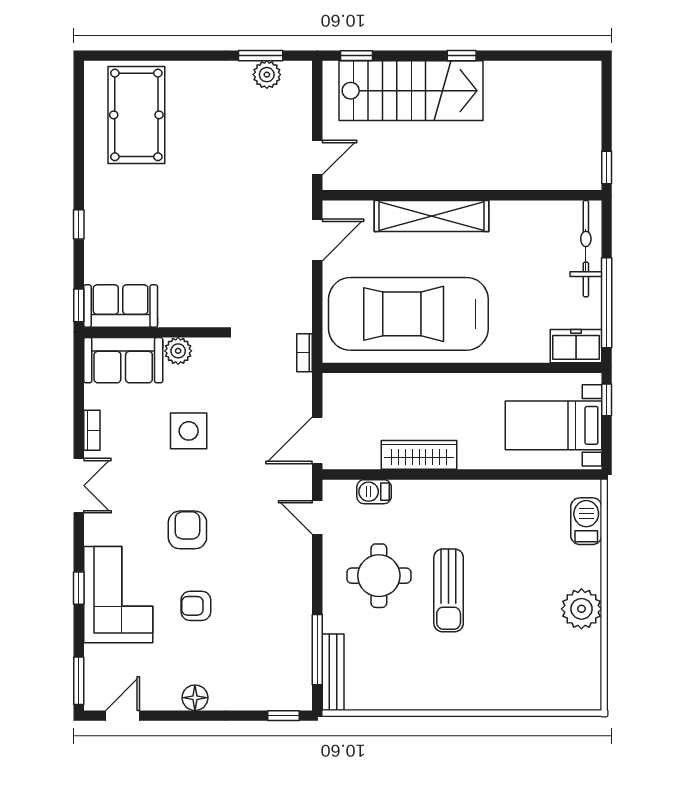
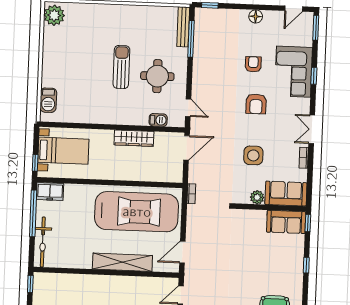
armchair: (196, 606) -> (253, 64), turned -90
plant: (581, 609) -> (54, 15), moved

